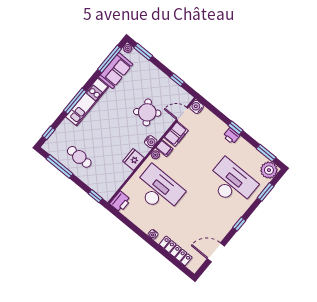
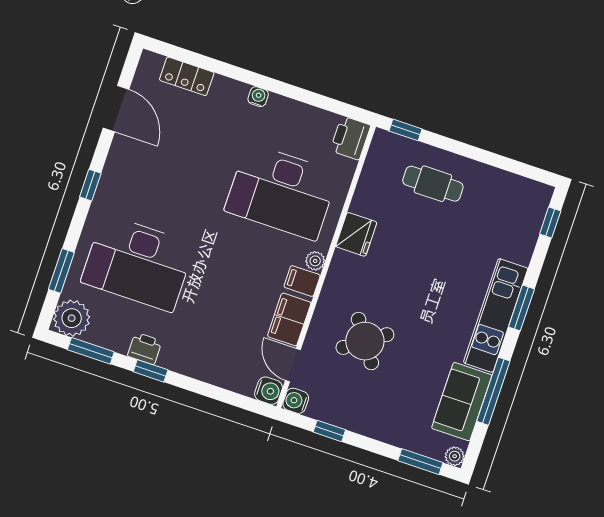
window: (109, 59) -> (493, 391), moved
window: (75, 101) -> (521, 308), width x0.69
door: (182, 114) -> (293, 365), swing flipped
window: (236, 128) -> (151, 371), moved
printer: (231, 136) -> (145, 348), moved
water cooler: (151, 142) -> (296, 401), moved
cafe table: (79, 157) -> (433, 184), moved
window: (59, 166) -> (502, 162), removed
locker: (176, 251) -> (187, 76), width x0.66
door: (216, 252) -> (116, 109), hinge flipped

